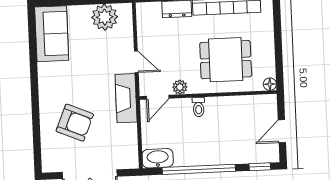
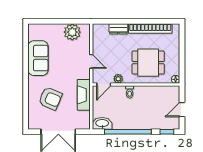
sofa: (52, 34) -> (38, 58), moved
fireplace: (126, 98) -> (84, 95), moved

